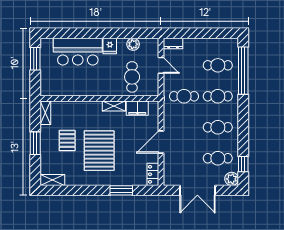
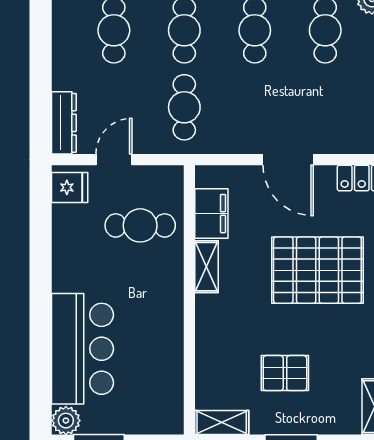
dresser: (173, 43) -> (64, 123), width x1.44
plant: (133, 44) -> (66, 421), moved
fridge: (110, 46) -> (70, 187), moved
pallet: (99, 151) -> (317, 270), moved

